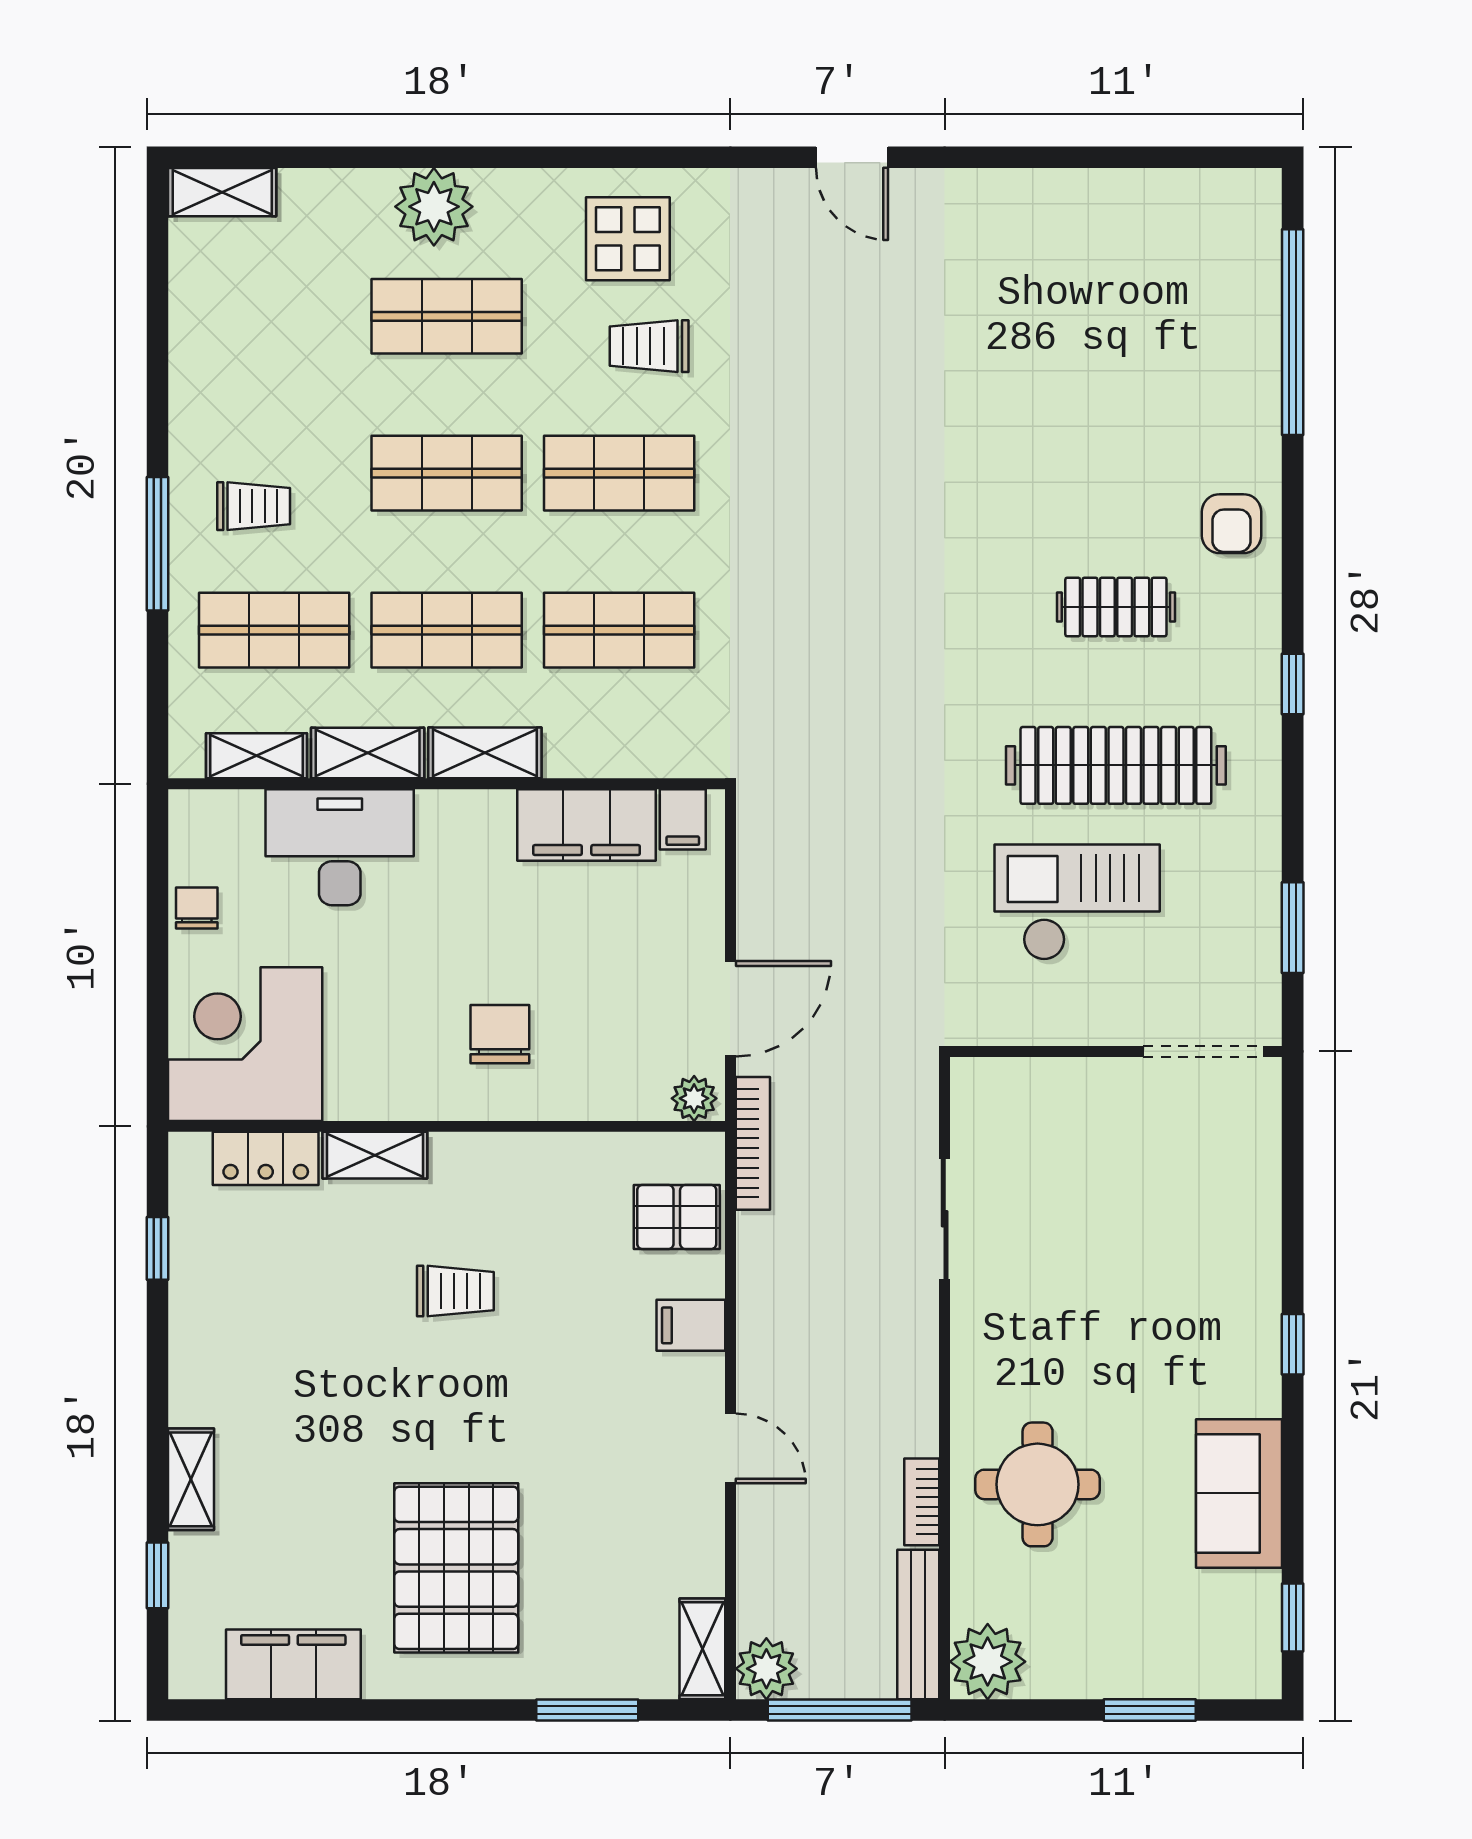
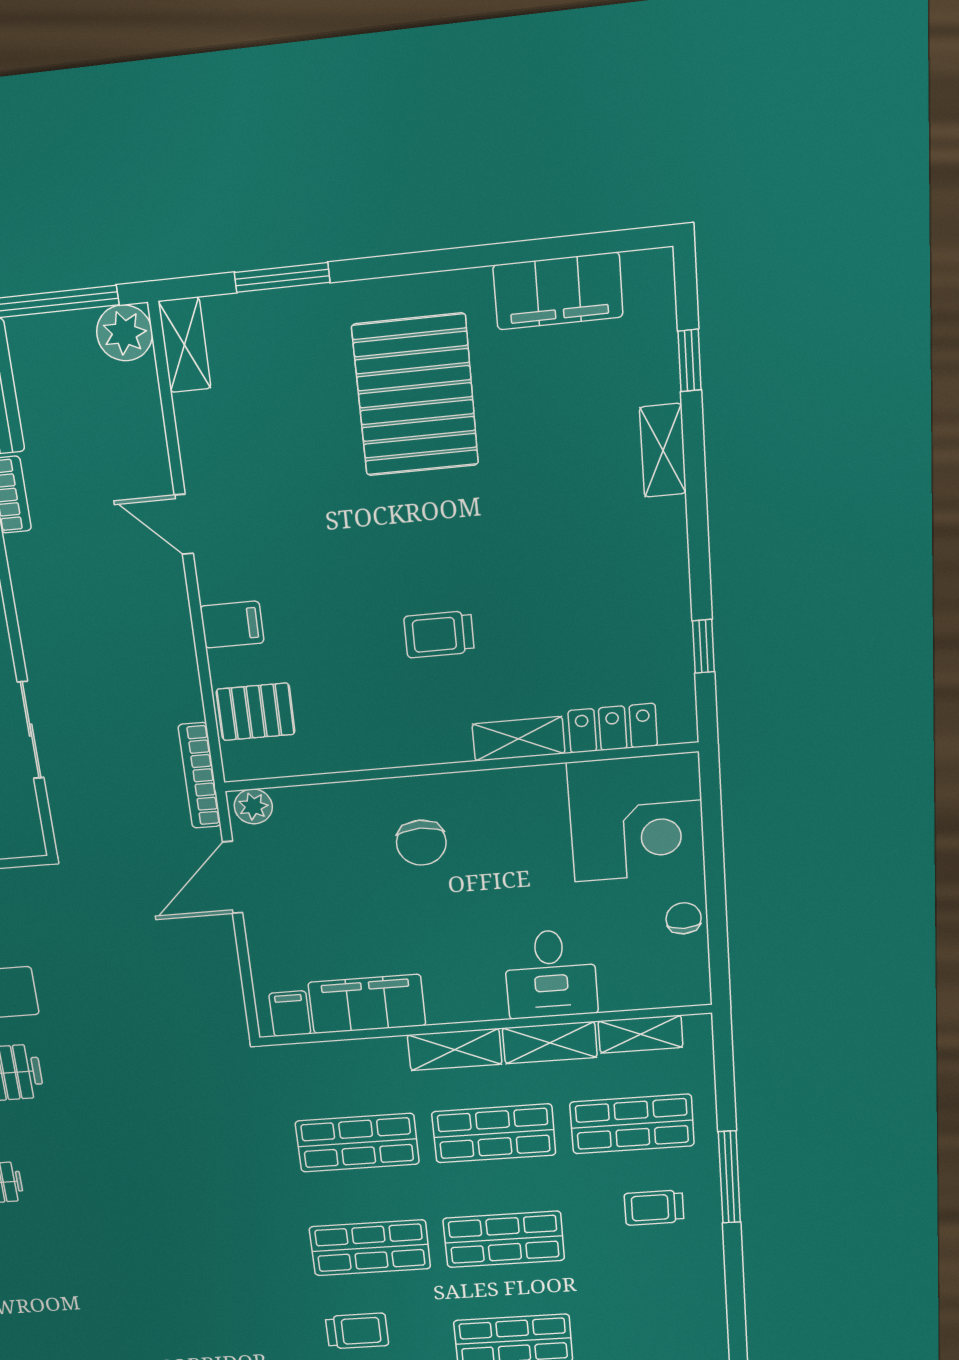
desk: (340, 847) -> (551, 974), width x0.73
chair: (197, 908) -> (684, 918), turned 180

